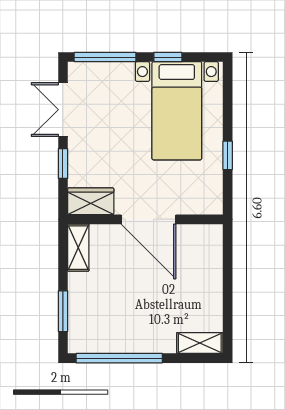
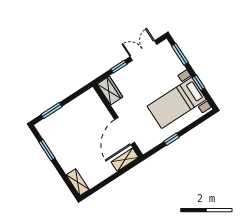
window: (105, 57) -> (180, 54), width x0.69
door: (148, 219) -> (125, 131), moved
shelving: (78, 248) -> (125, 160), moved
window: (119, 358) -> (47, 150), width x0.47

